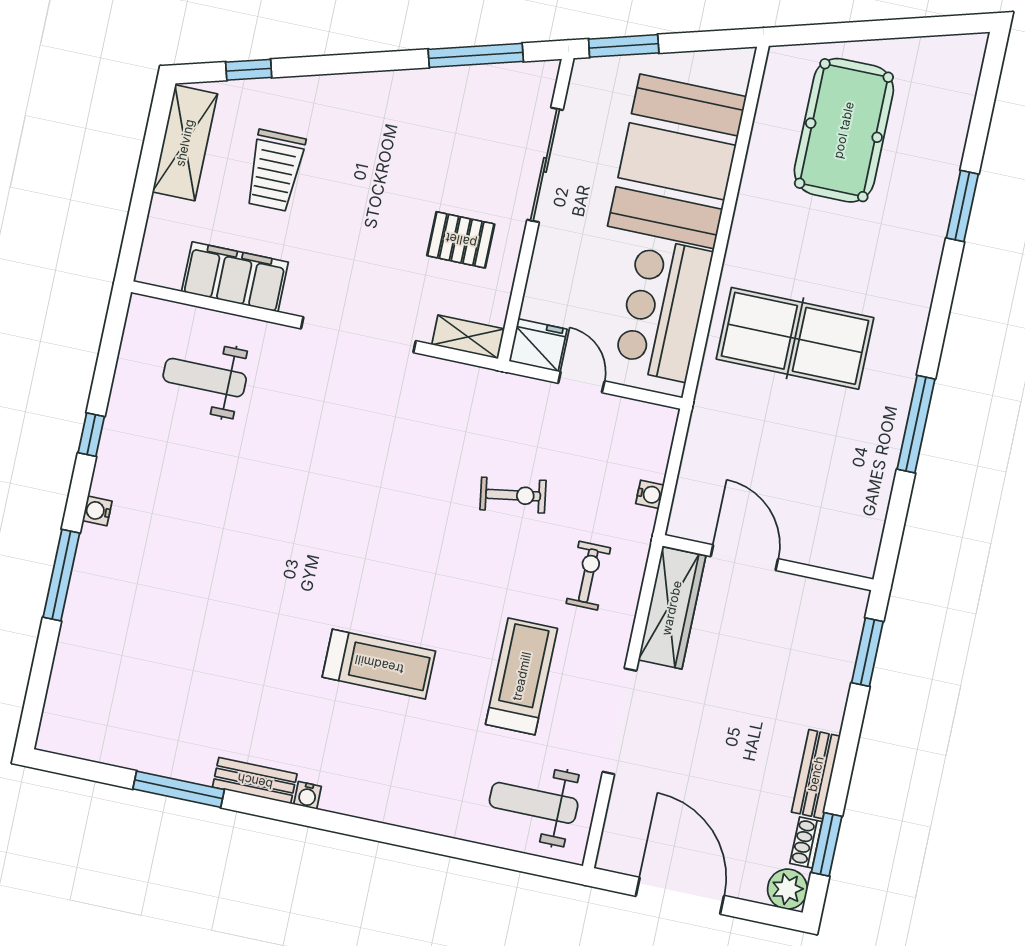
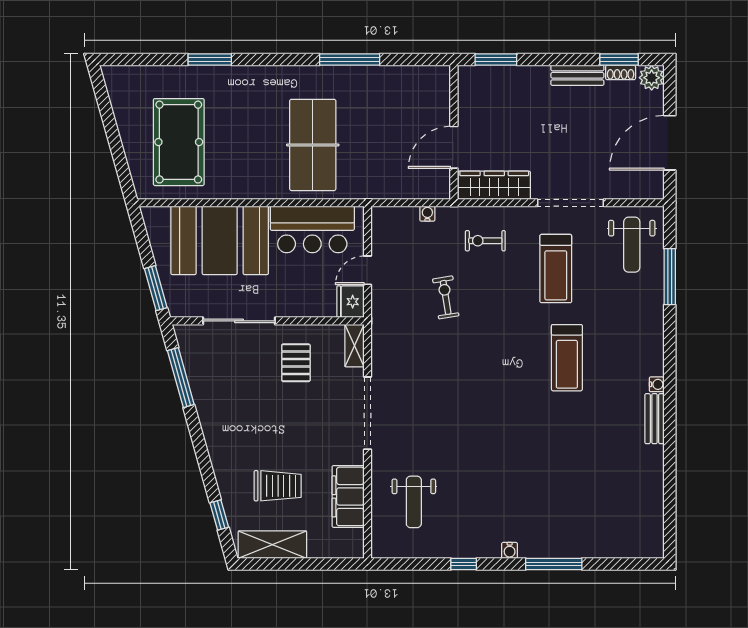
pool table: (844, 130) -> (179, 142), turned 90
treadmill: (379, 664) -> (567, 358), turned 180
treadmill: (522, 676) -> (556, 269), turned -90
window: (179, 789) -> (670, 277), moved

